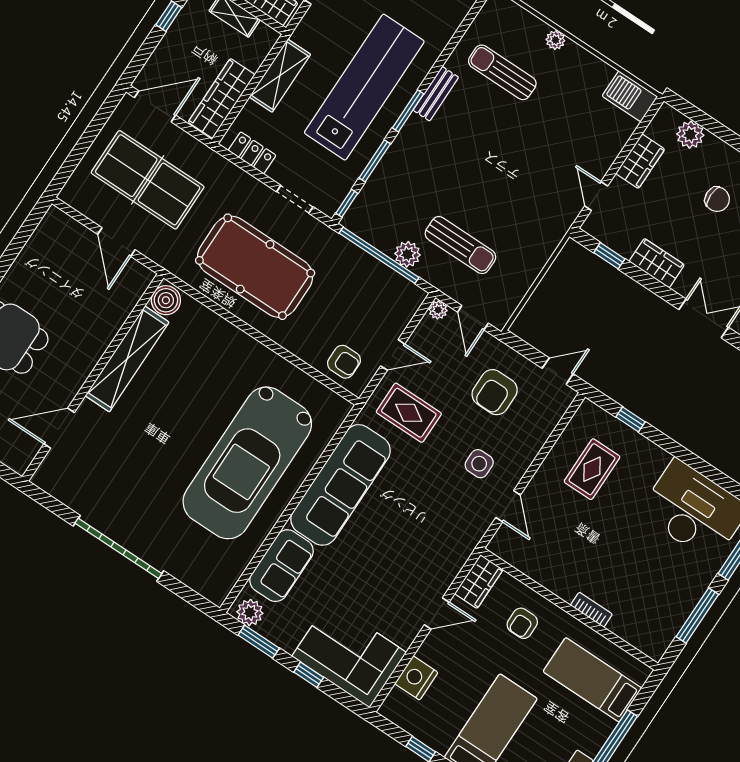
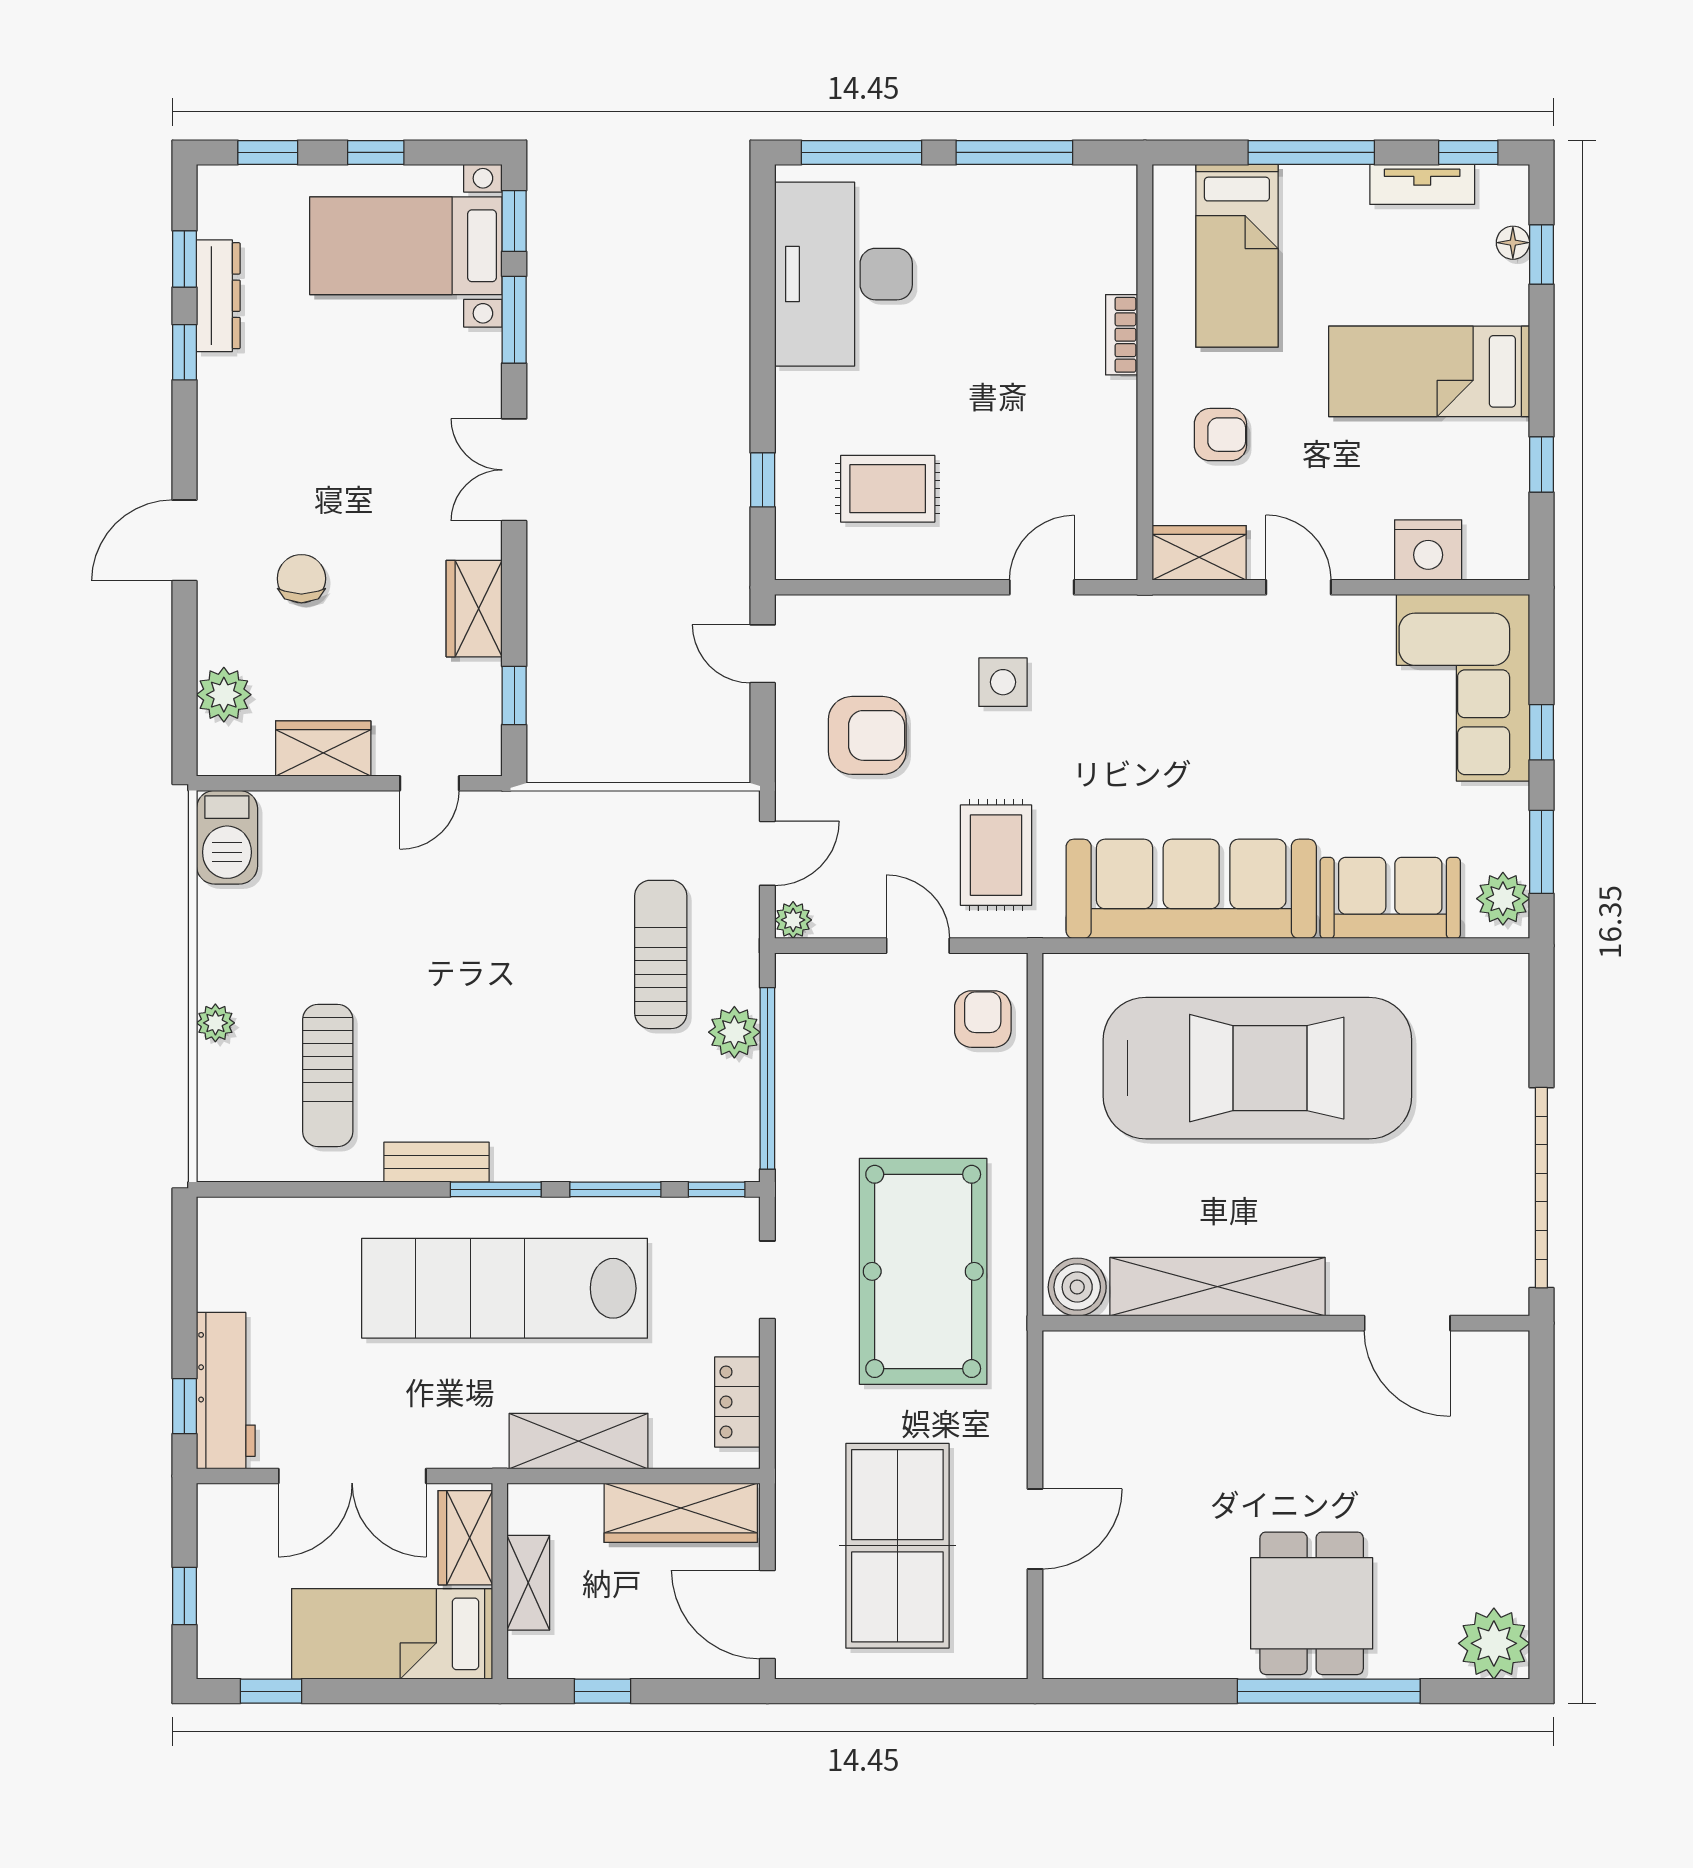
boiler: (166, 300) -> (1077, 1287), moved
shelving: (127, 359) -> (1217, 1287), moved
wall: (93, 377) -> (1286, 1323), moved
door: (59, 428) -> (1407, 1323), moved

